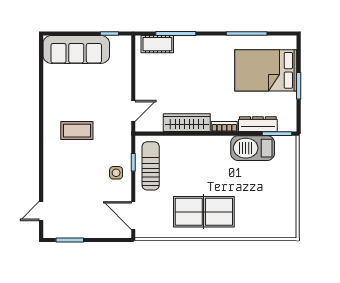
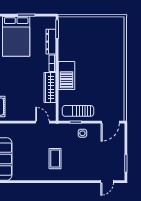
barbecue: (253, 148) -> (66, 75), moved
door: (41, 211) -> (107, 182), hinge flipped
table tennis table: (204, 212) -> (108, 76), removed

